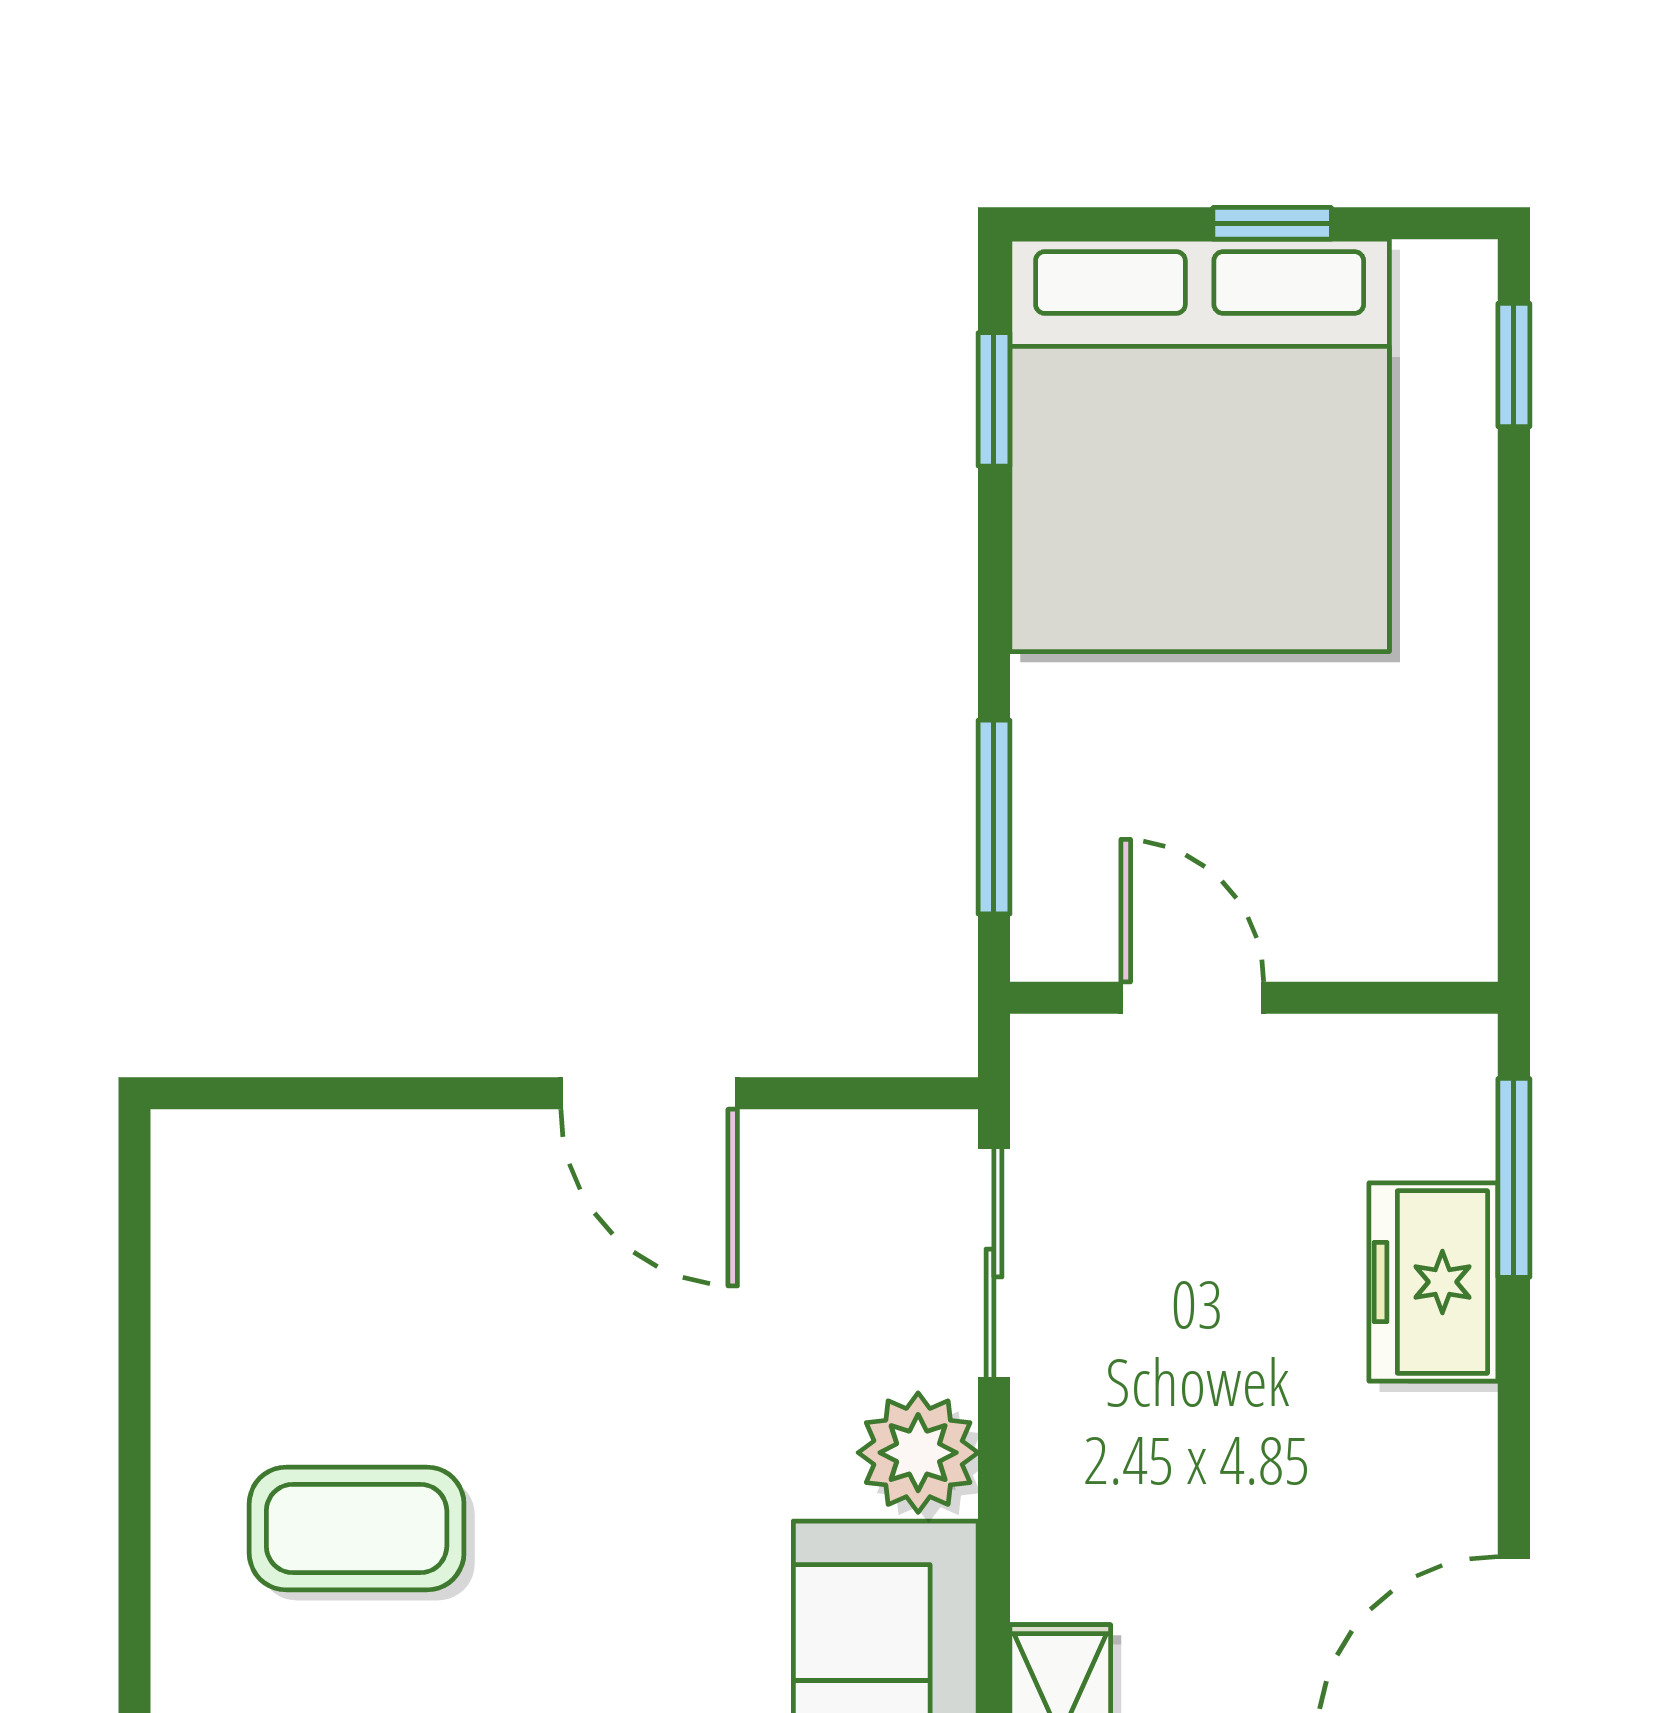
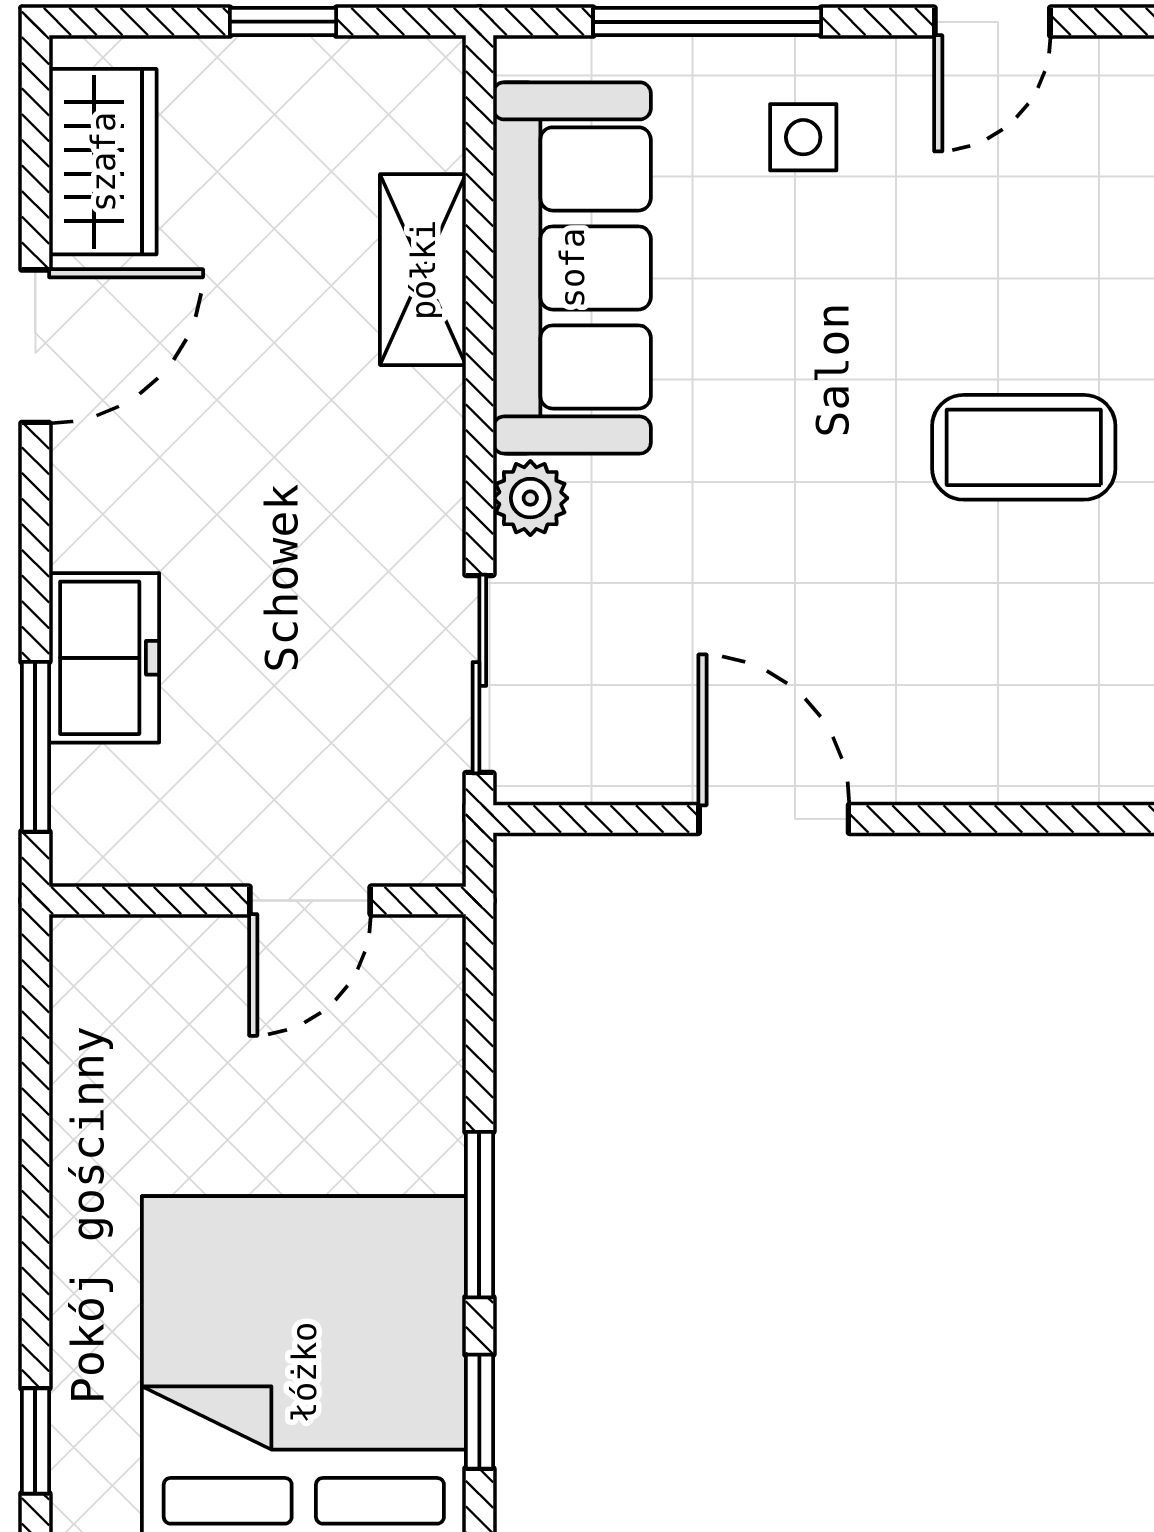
window: (994, 817) -> (479, 1215), moved
door: (1192, 998) -> (310, 900), hinge flipped
plant: (918, 1453) -> (530, 498), width x0.73, depth x0.73

